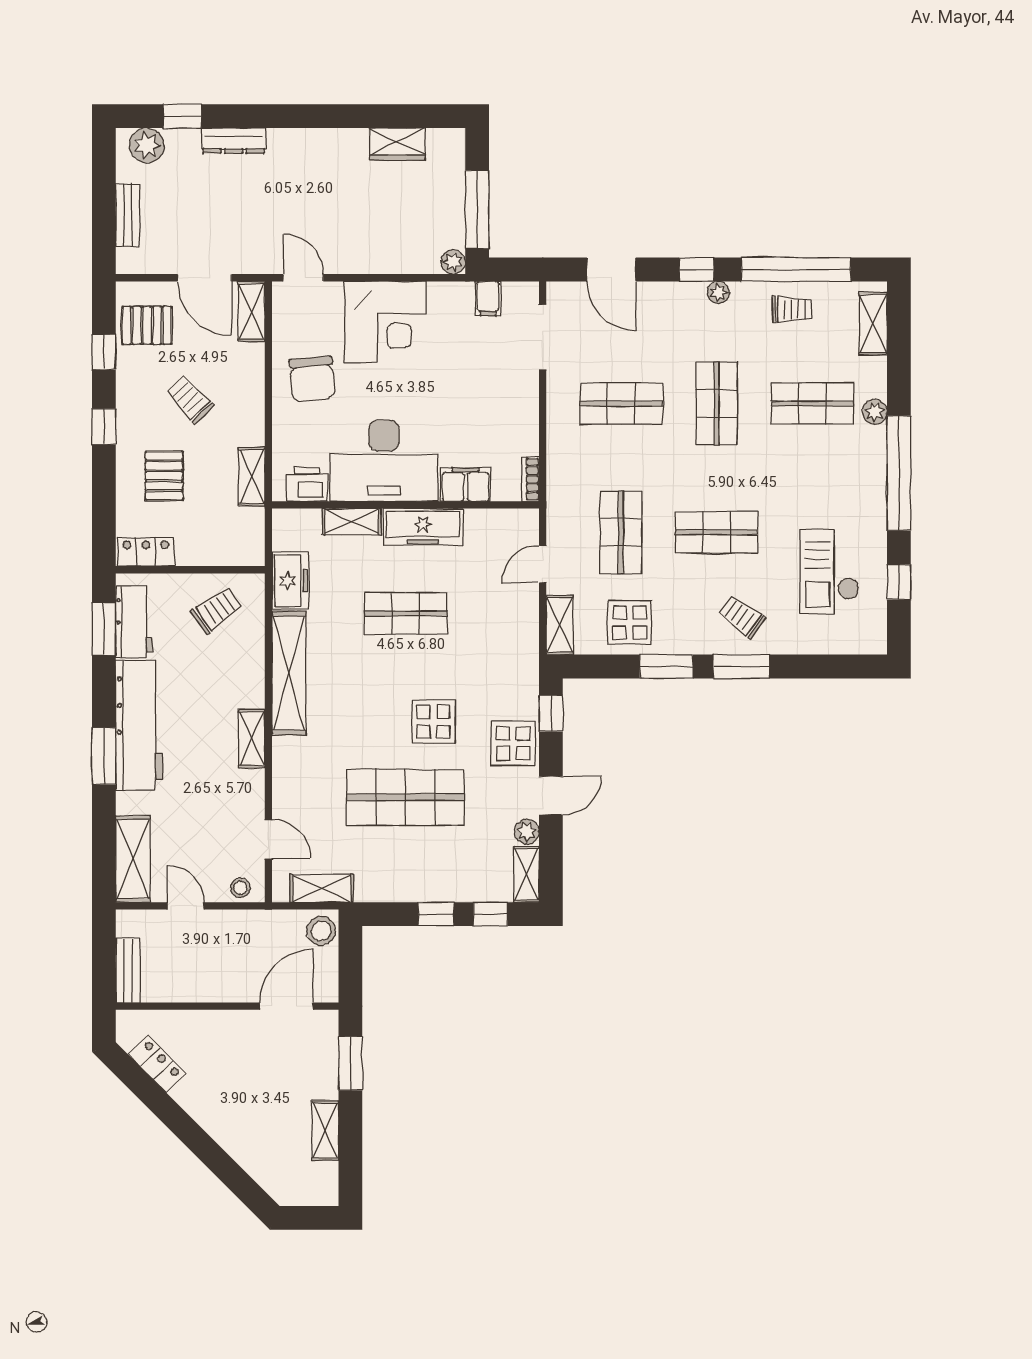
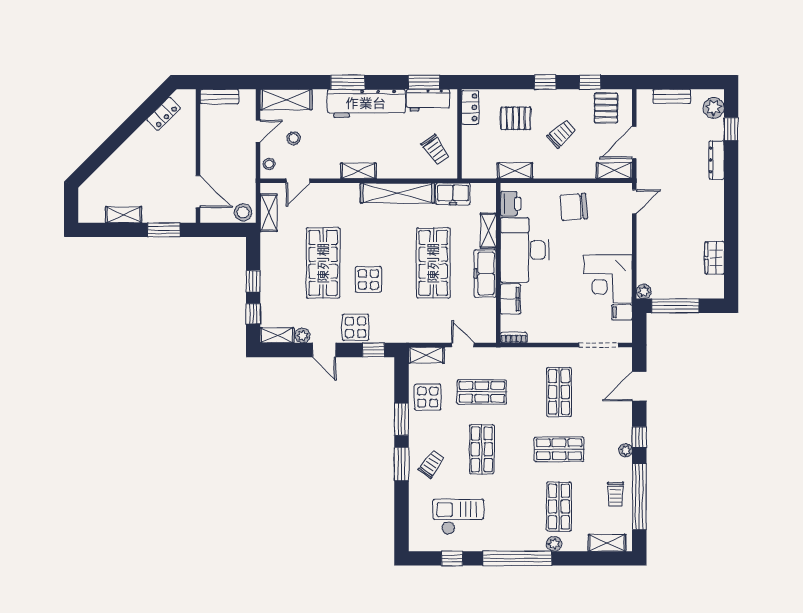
corner desk: (385, 322) -> (608, 279), moved
shop shelf: (406, 613) -> (433, 263), width x1.43, depth x1.36
stool: (197, 847) -> (294, 138), added

